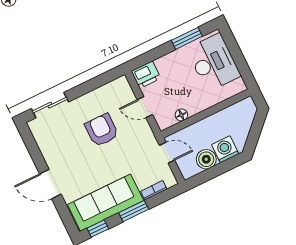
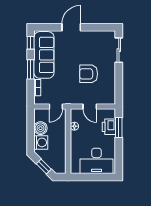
window: (187, 38) -> (119, 128), moved
printer: (146, 75) -> (109, 127), moved
door: (145, 107) -> (90, 107), swing flipped
armchair: (102, 130) -> (89, 74), turned 180
window: (256, 130) -> (44, 166), added

